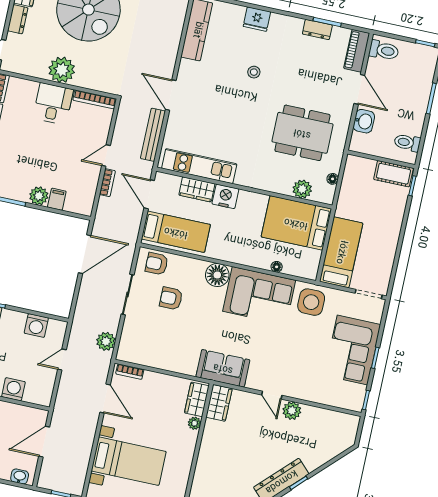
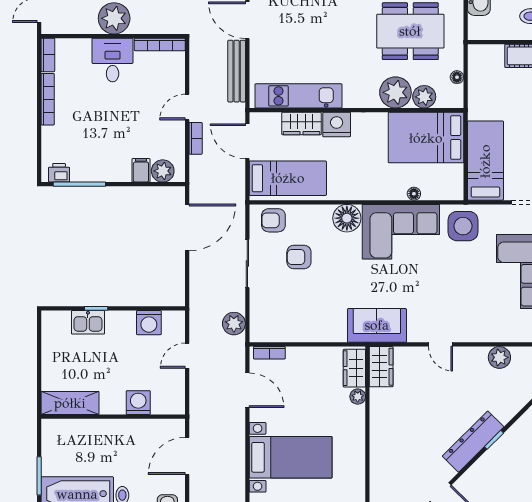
plant: (279, 180) -> (395, 92), added
plant: (39, 196) -> (163, 171), moved
plant: (292, 411) -> (499, 357), moved

